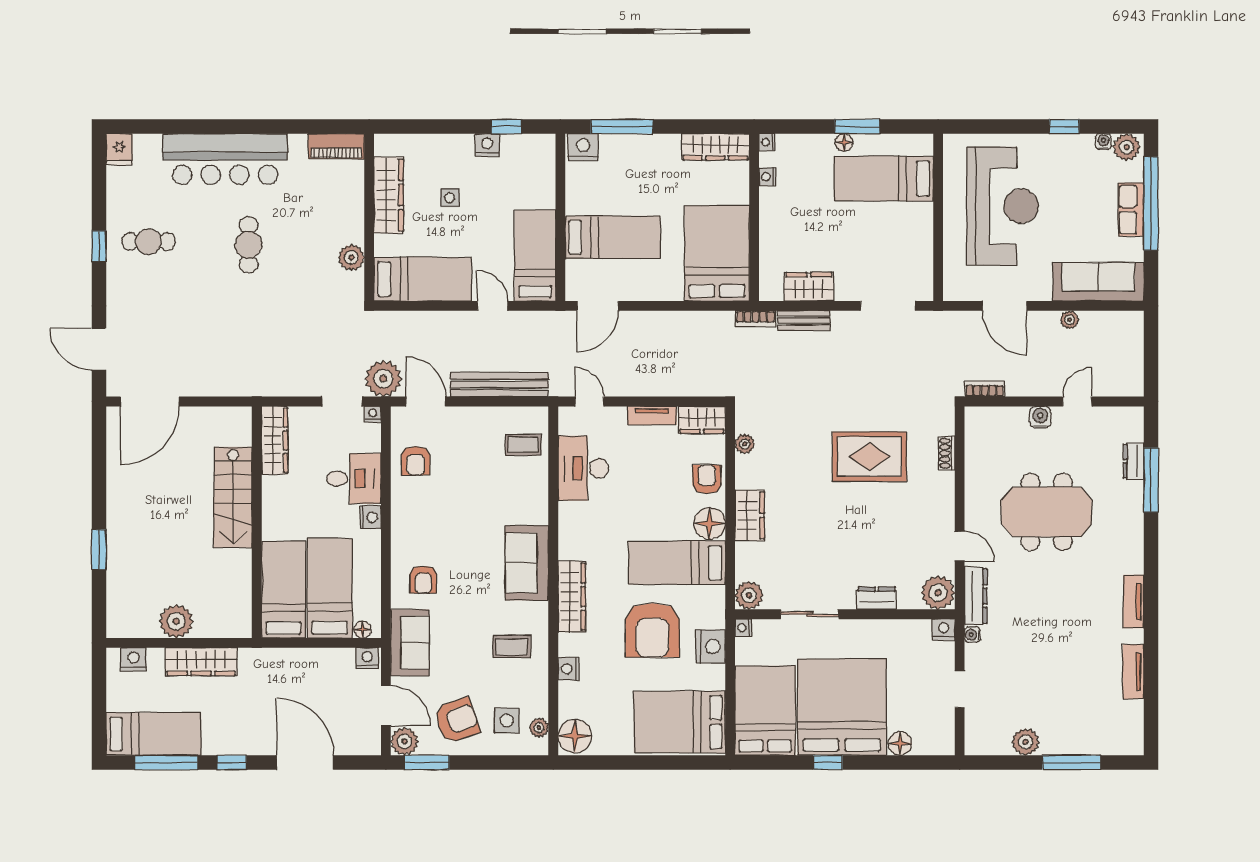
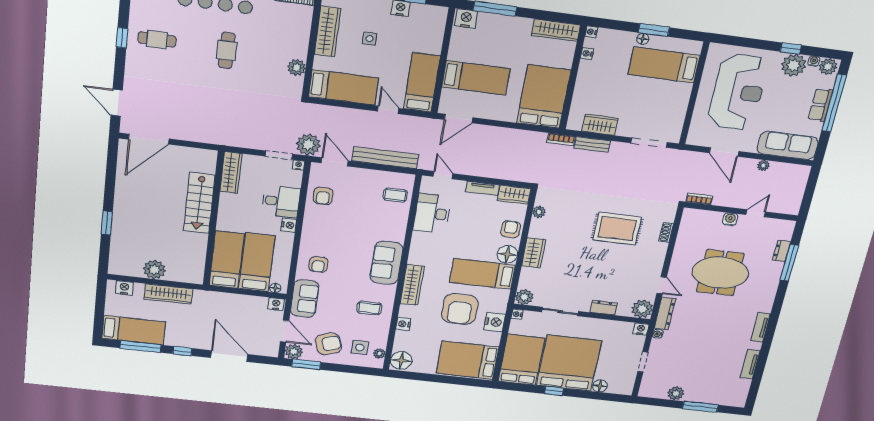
plant: (1075, 152) -> (794, 65), added

